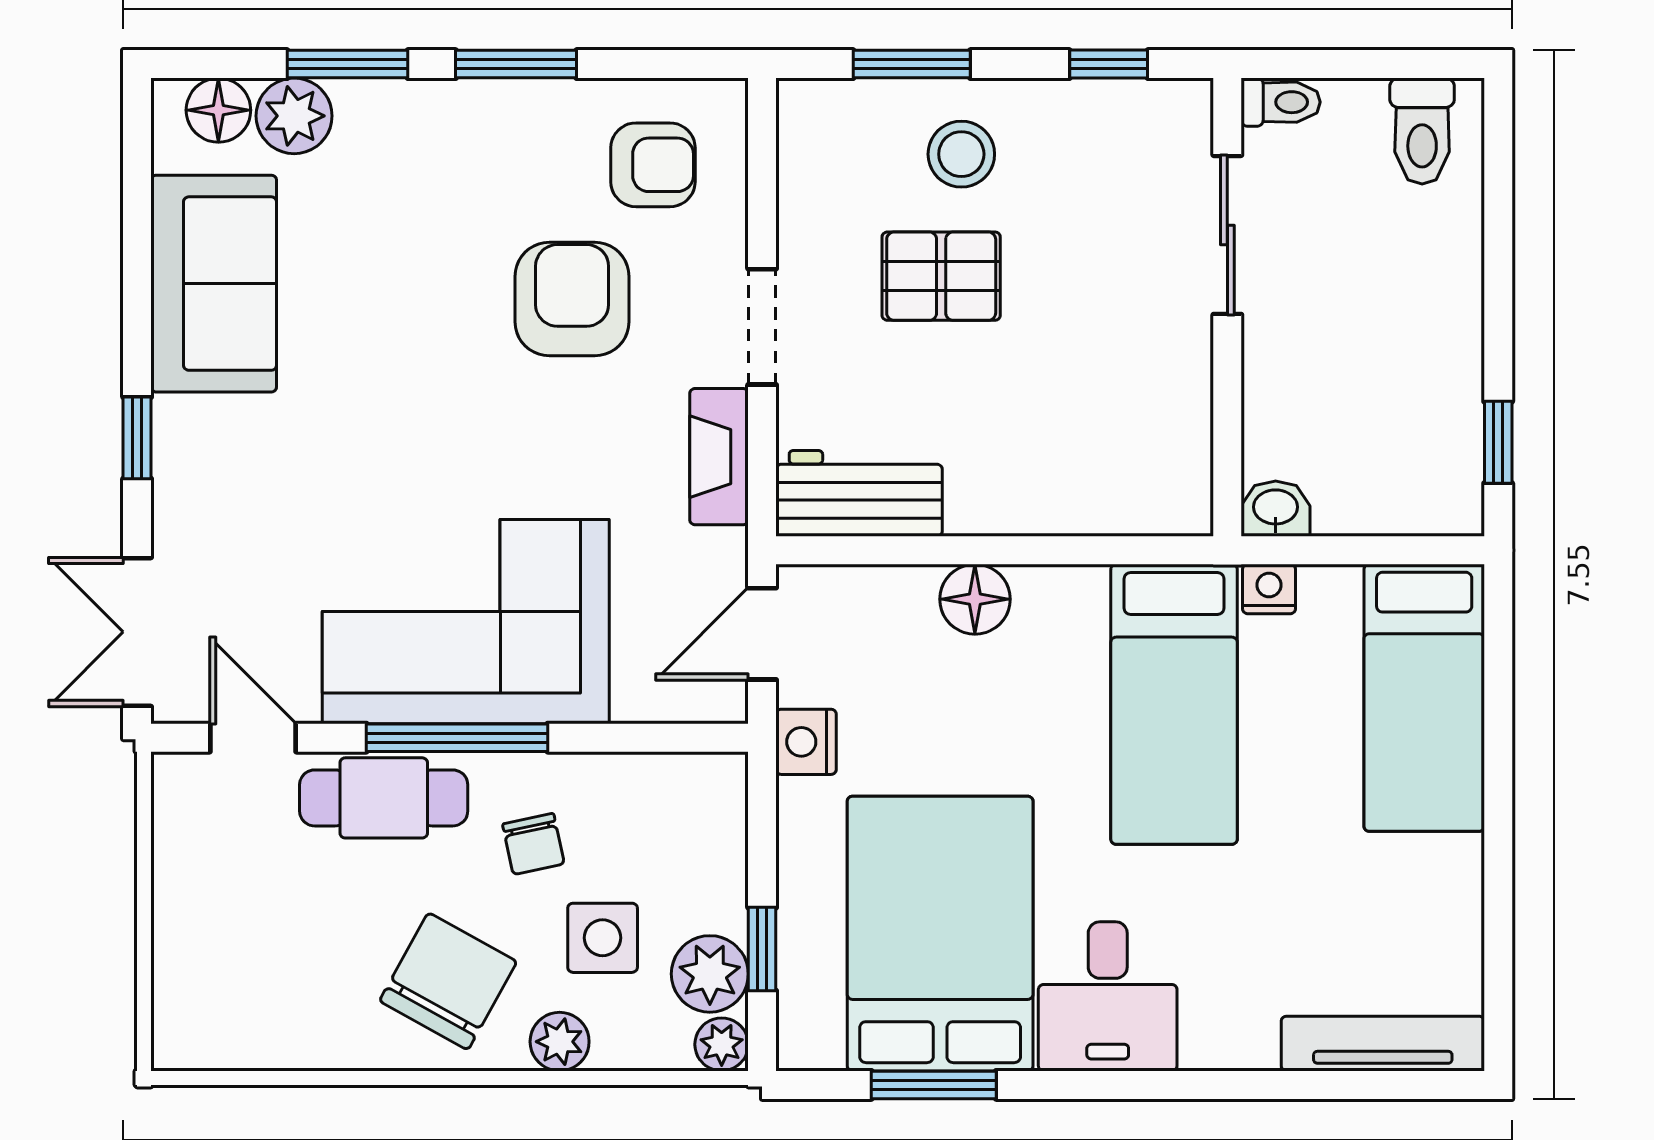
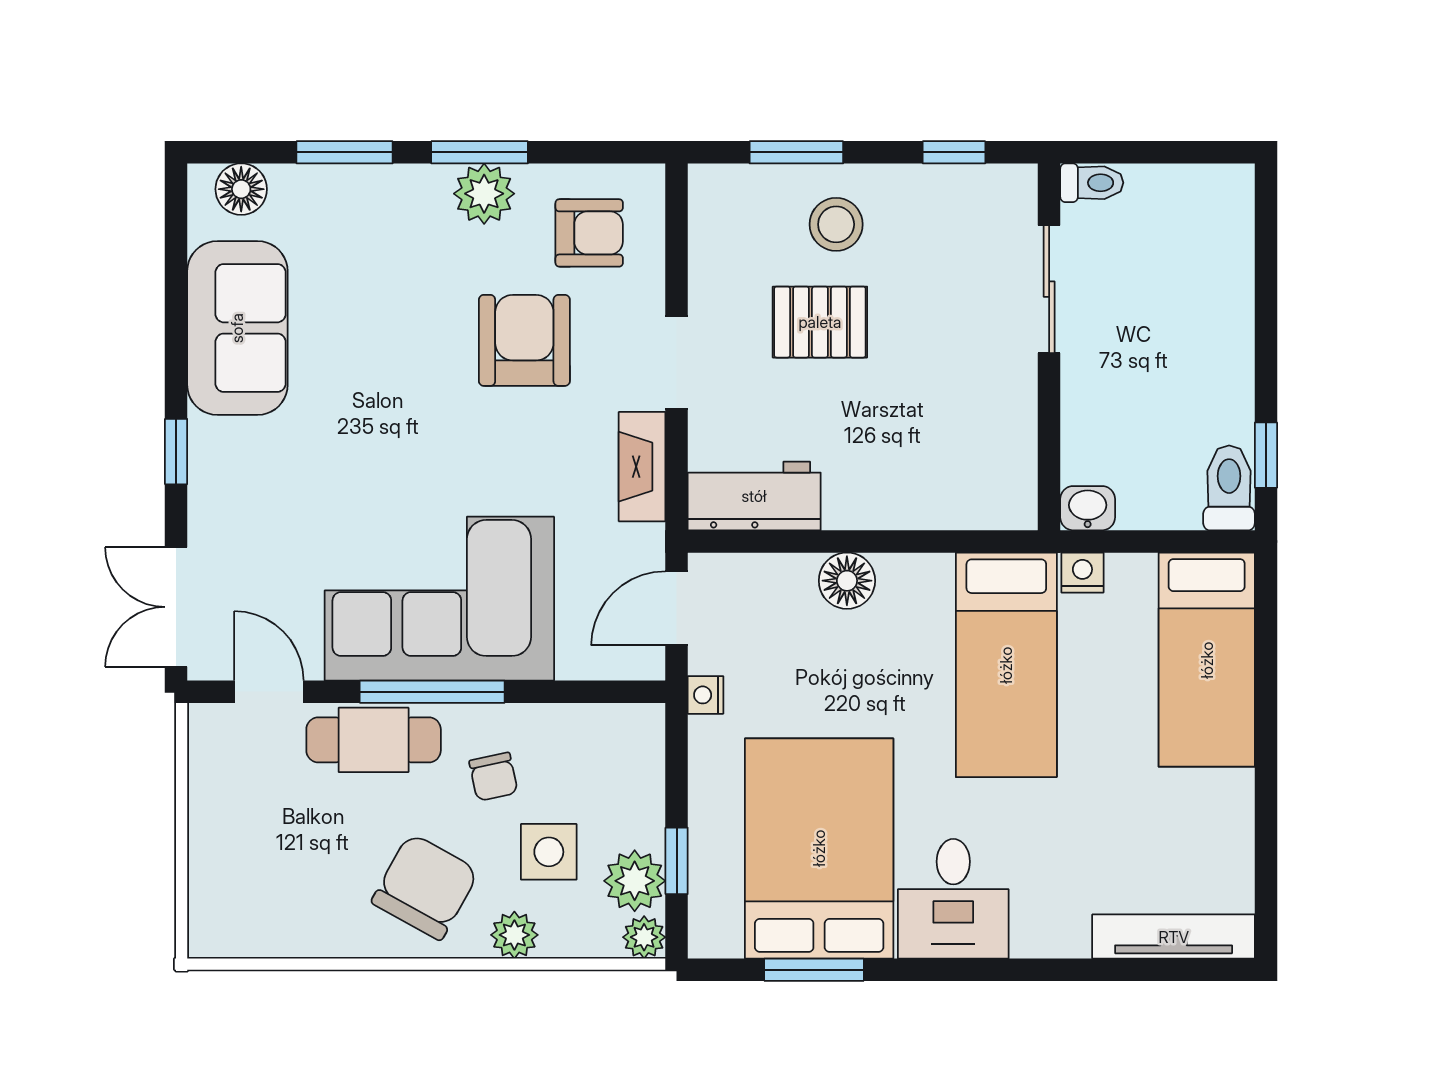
plant: (294, 116) -> (484, 194), moved
toilet: (1422, 131) -> (1229, 488), moved, turned 180
nightstand: (806, 742) -> (705, 695), width x0.72, depth x0.74

